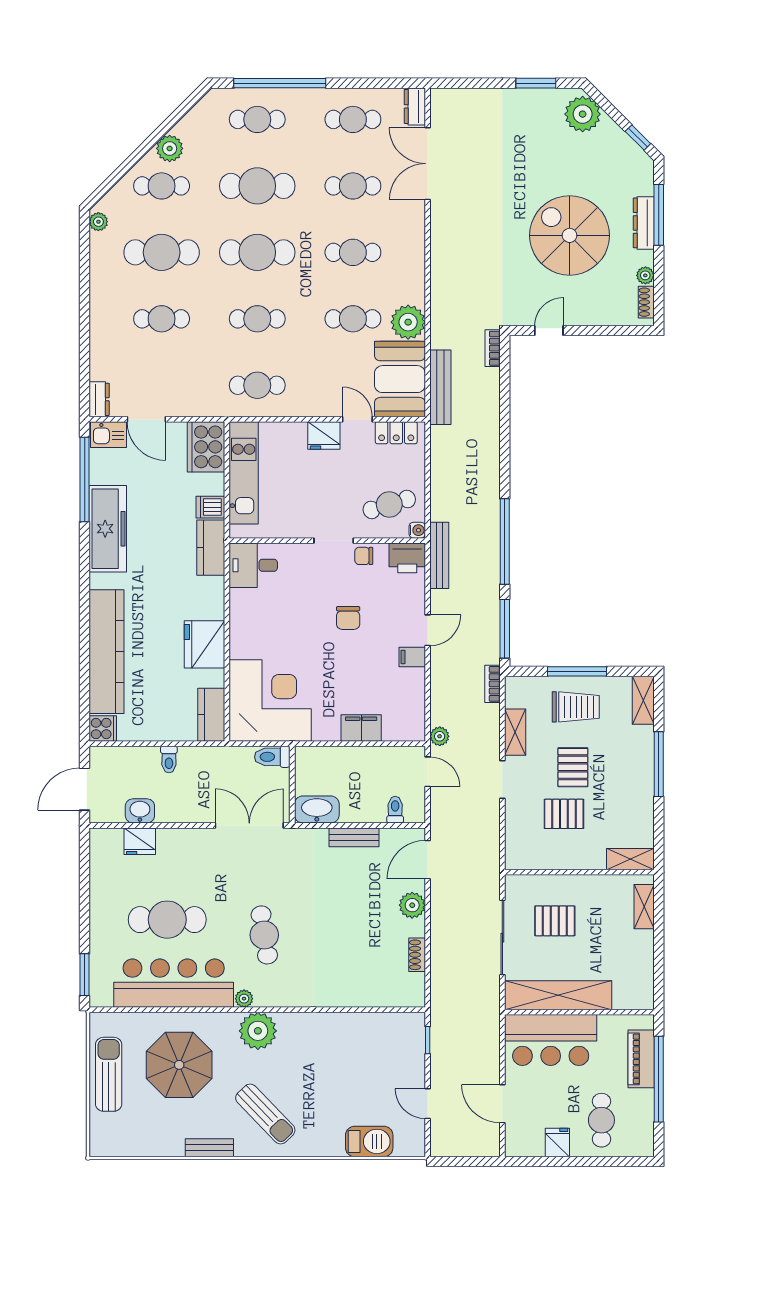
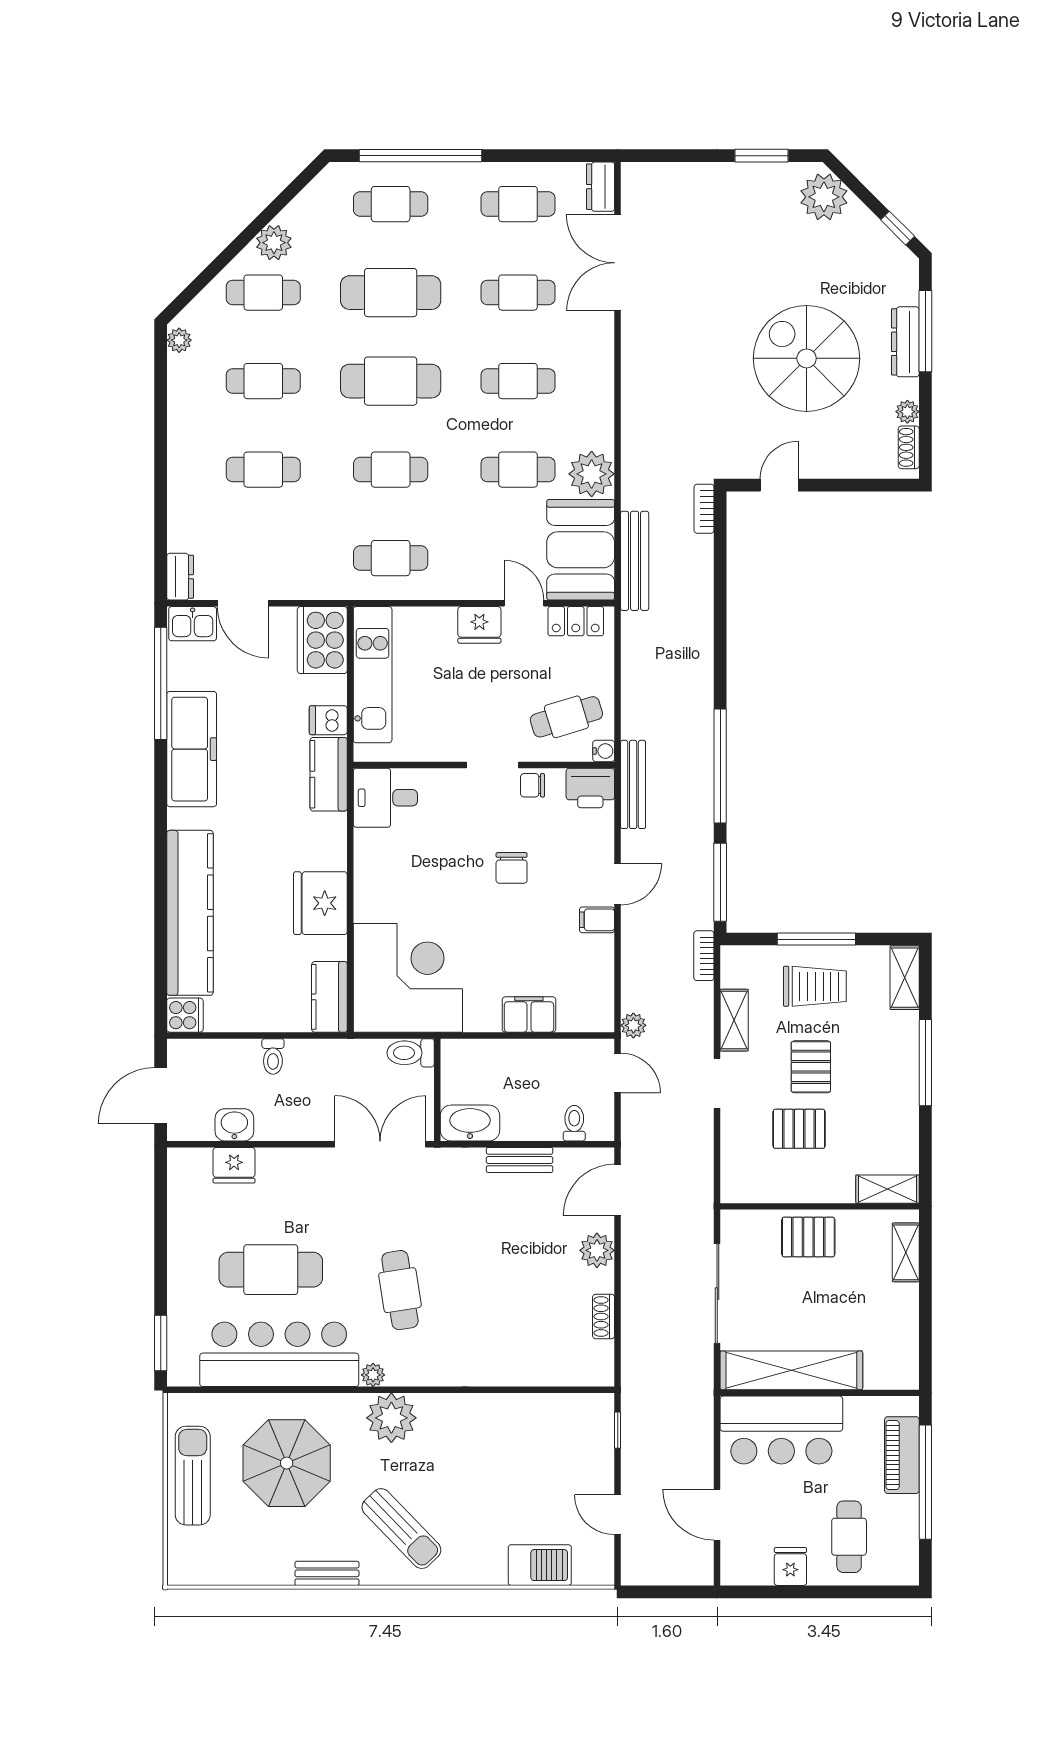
cafe table: (162, 252) -> (263, 381), width x0.73, depth x0.74
pallet: (555, 921) -> (808, 1237), moved

